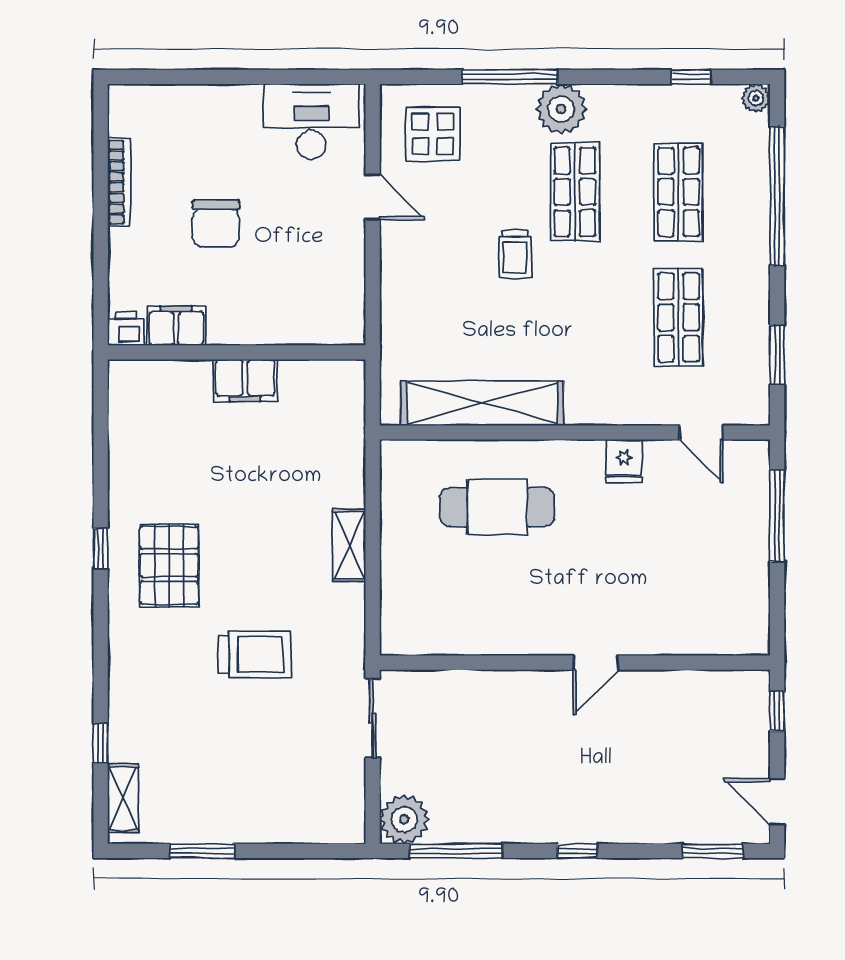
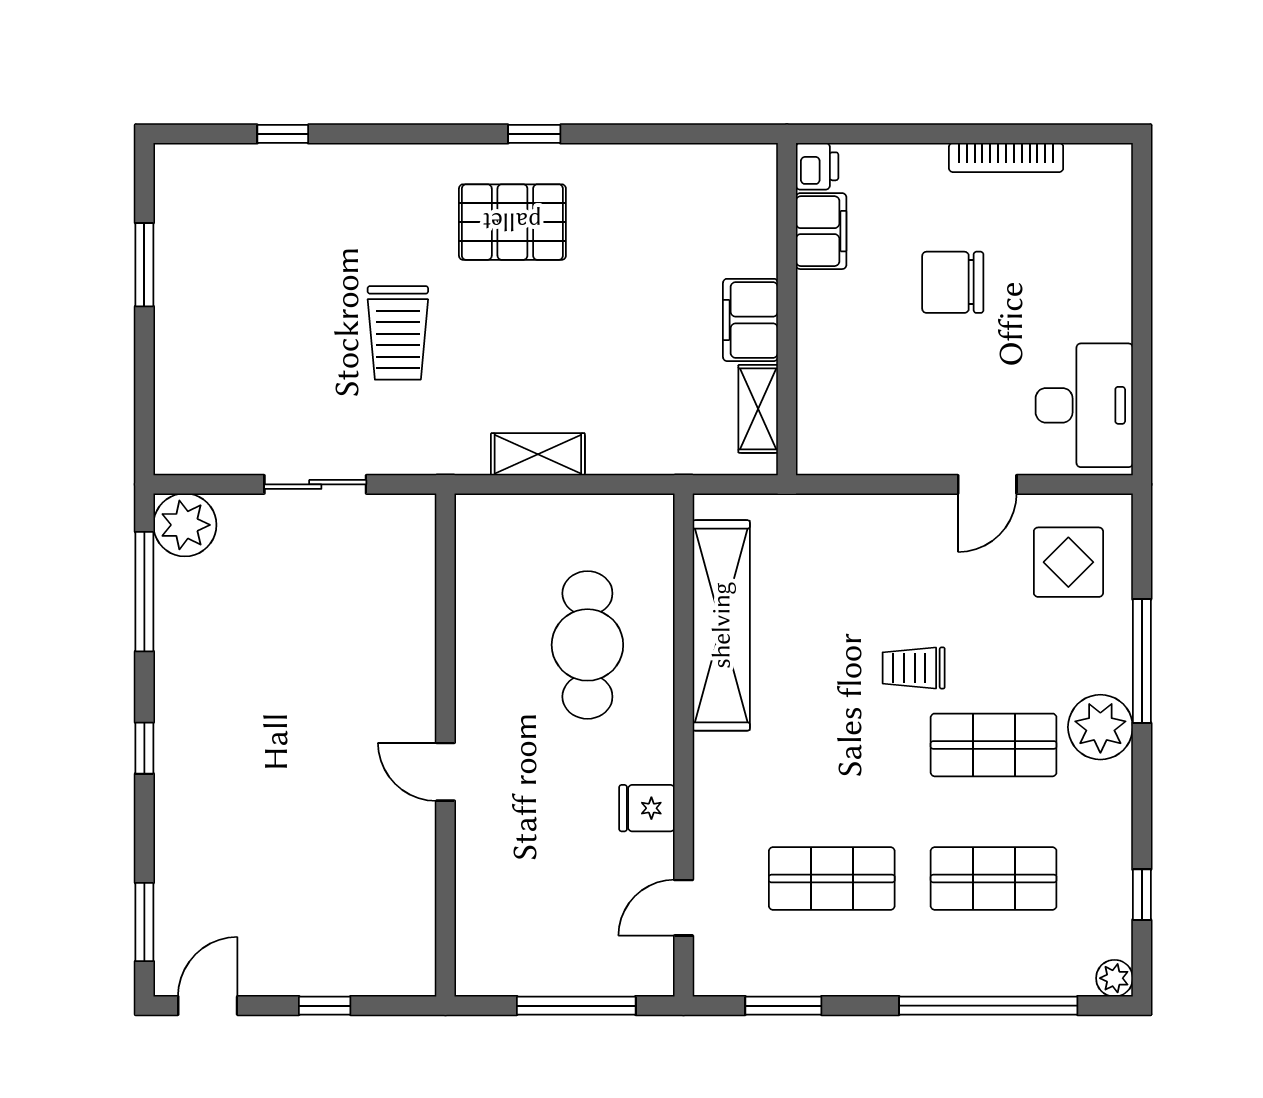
wall: (575, 663) -> (445, 745), moved
door: (596, 663) -> (445, 772), moved
shelving: (123, 798) -> (758, 409), moved, turned 90

